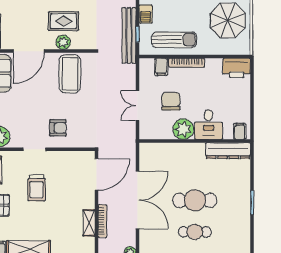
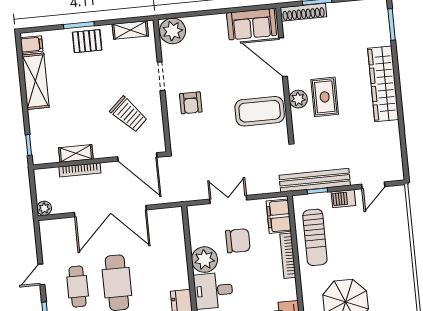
filing cabinet: (161, 67) -> (279, 216), width x2.00
trolley: (37, 188) -> (129, 114), moved, turned -133

